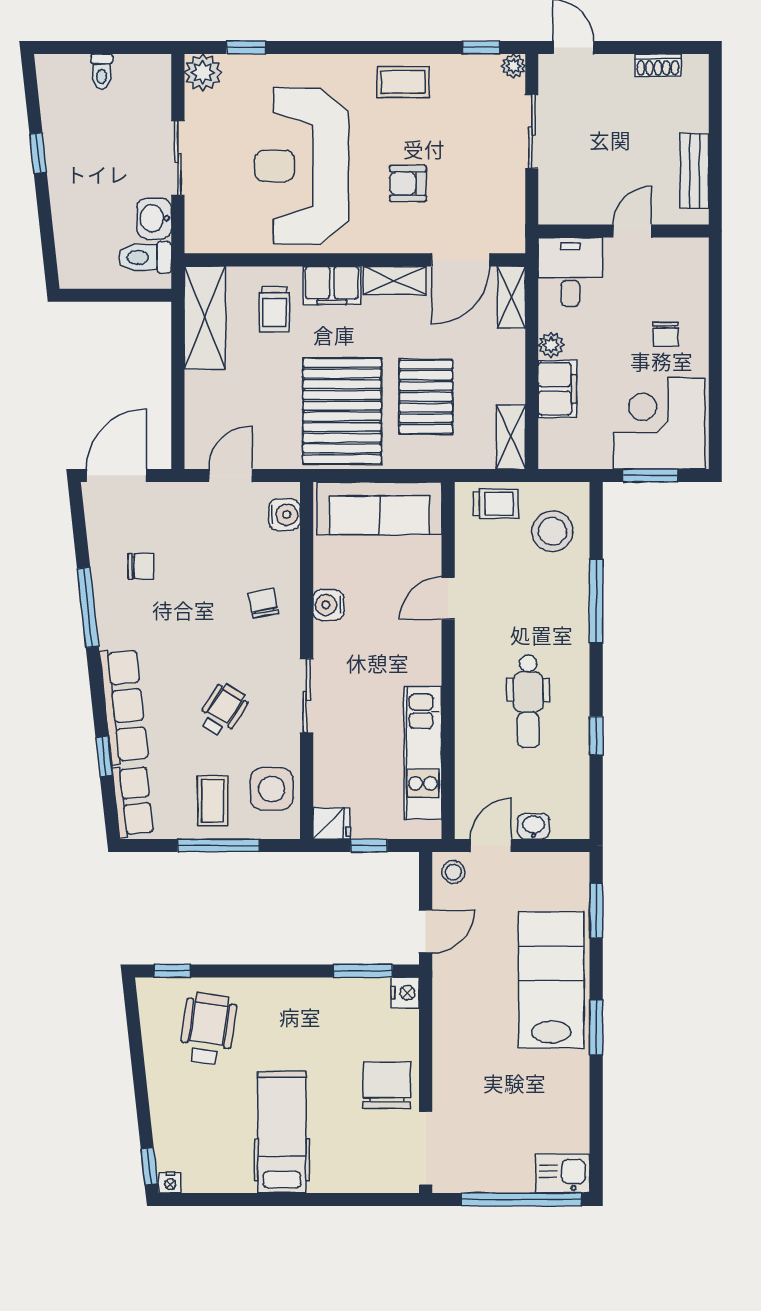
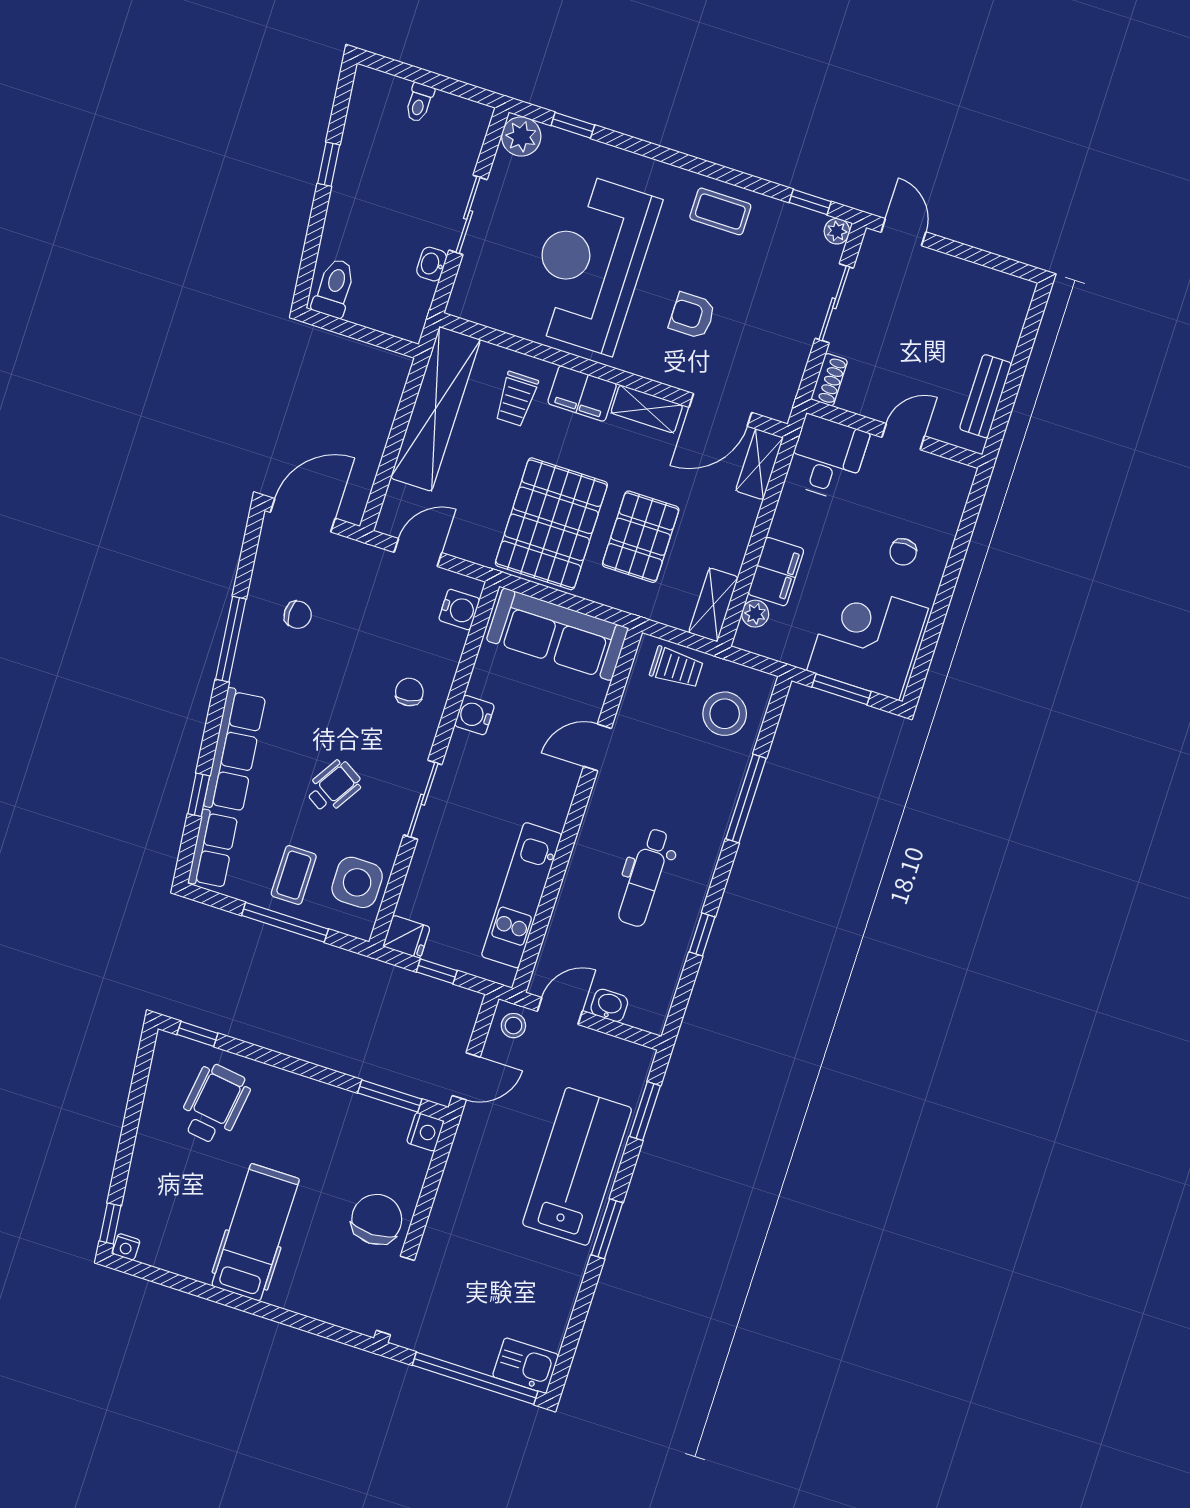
shoe rack: (658, 65) -> (829, 380), moved, turned -90
washbasin: (154, 218) -> (432, 264), width x0.72, depth x0.69
toilet: (145, 257) -> (334, 288), moved, turned 90
shelving: (205, 318) -> (435, 409), width x1.47
plant: (551, 345) -> (755, 614), moved

